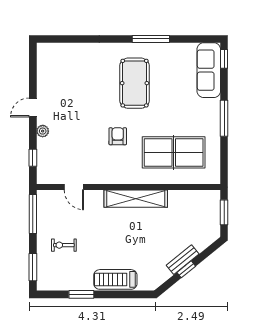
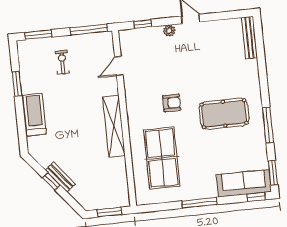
window: (201, 39) -> (273, 173), added
bench: (58, 49) -> (249, 38), added

